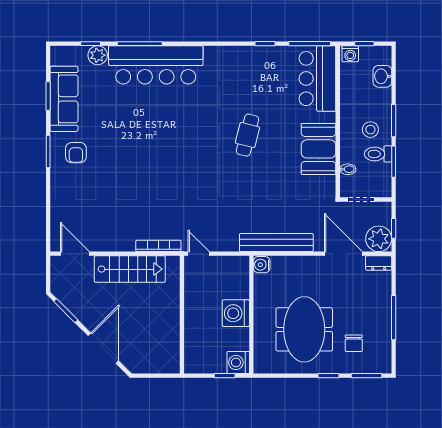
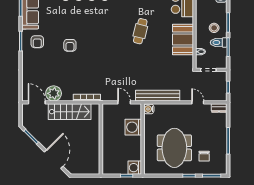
armchair: (130, 159) -> (70, 45), added
plant: (379, 239) -> (54, 93), moved
door: (199, 254) -> (124, 102), moved
door: (343, 254) -> (198, 102), width x0.53
washing machine: (236, 313) -> (133, 127), moved

